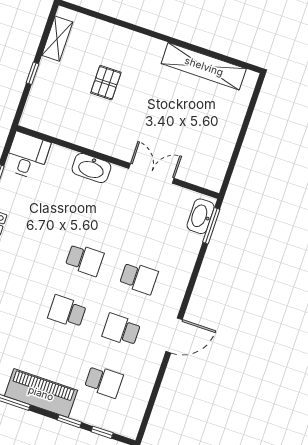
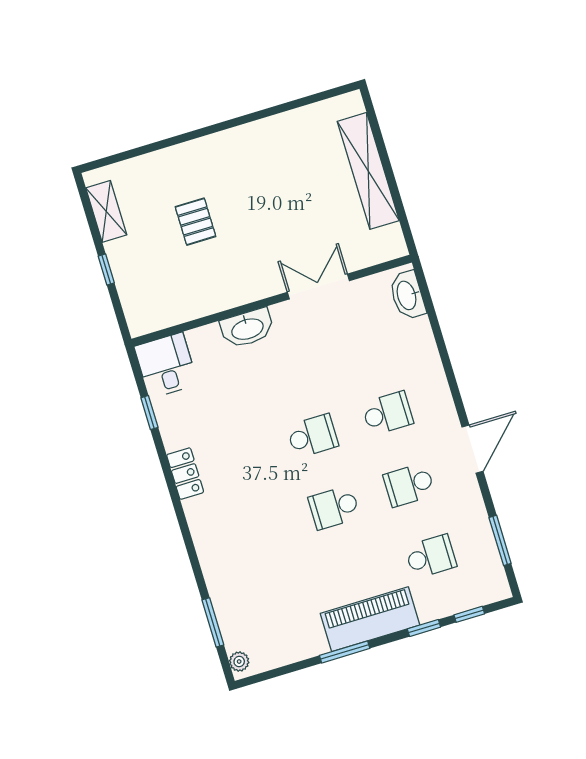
shelving: (204, 66) -> (368, 171), moved, turned 90
window: (211, 226) -> (500, 540), moved

